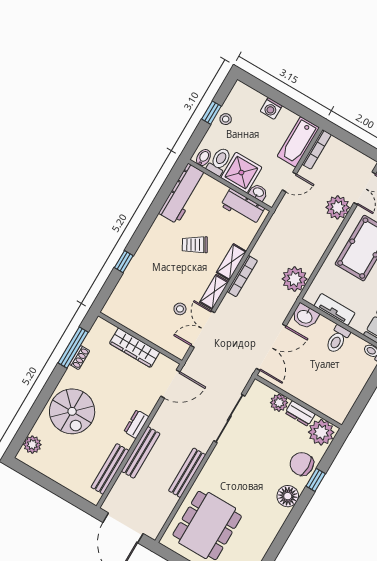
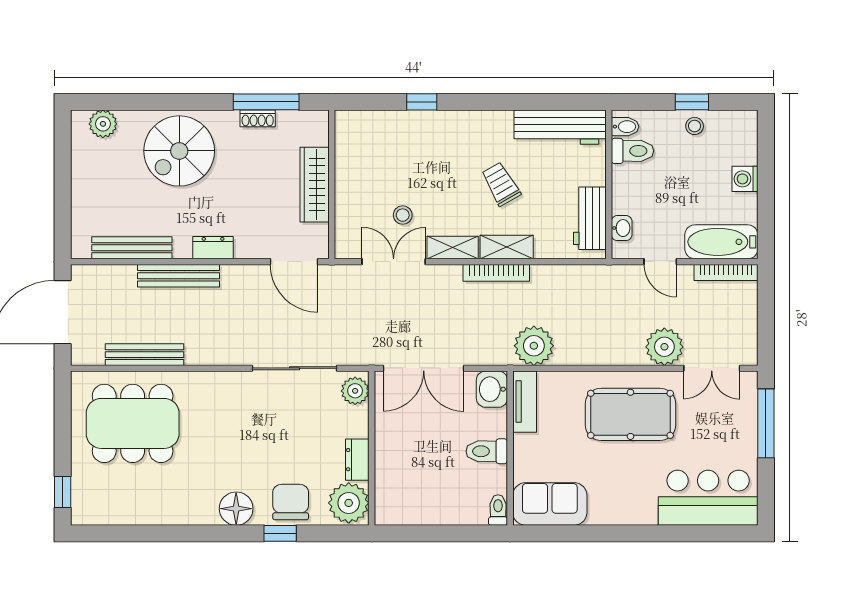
shower: (241, 173) -> (635, 190), removed
tv unit: (335, 309) -> (525, 402), moved
plant: (279, 403) -> (355, 391), moved
bench: (187, 473) -> (145, 355), moved

